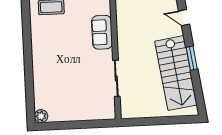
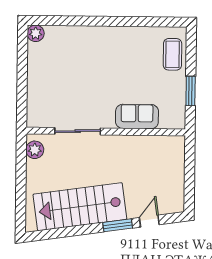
window: (192, 58) -> (118, 225), moved
plant: (133, 111) -> (35, 150), added

